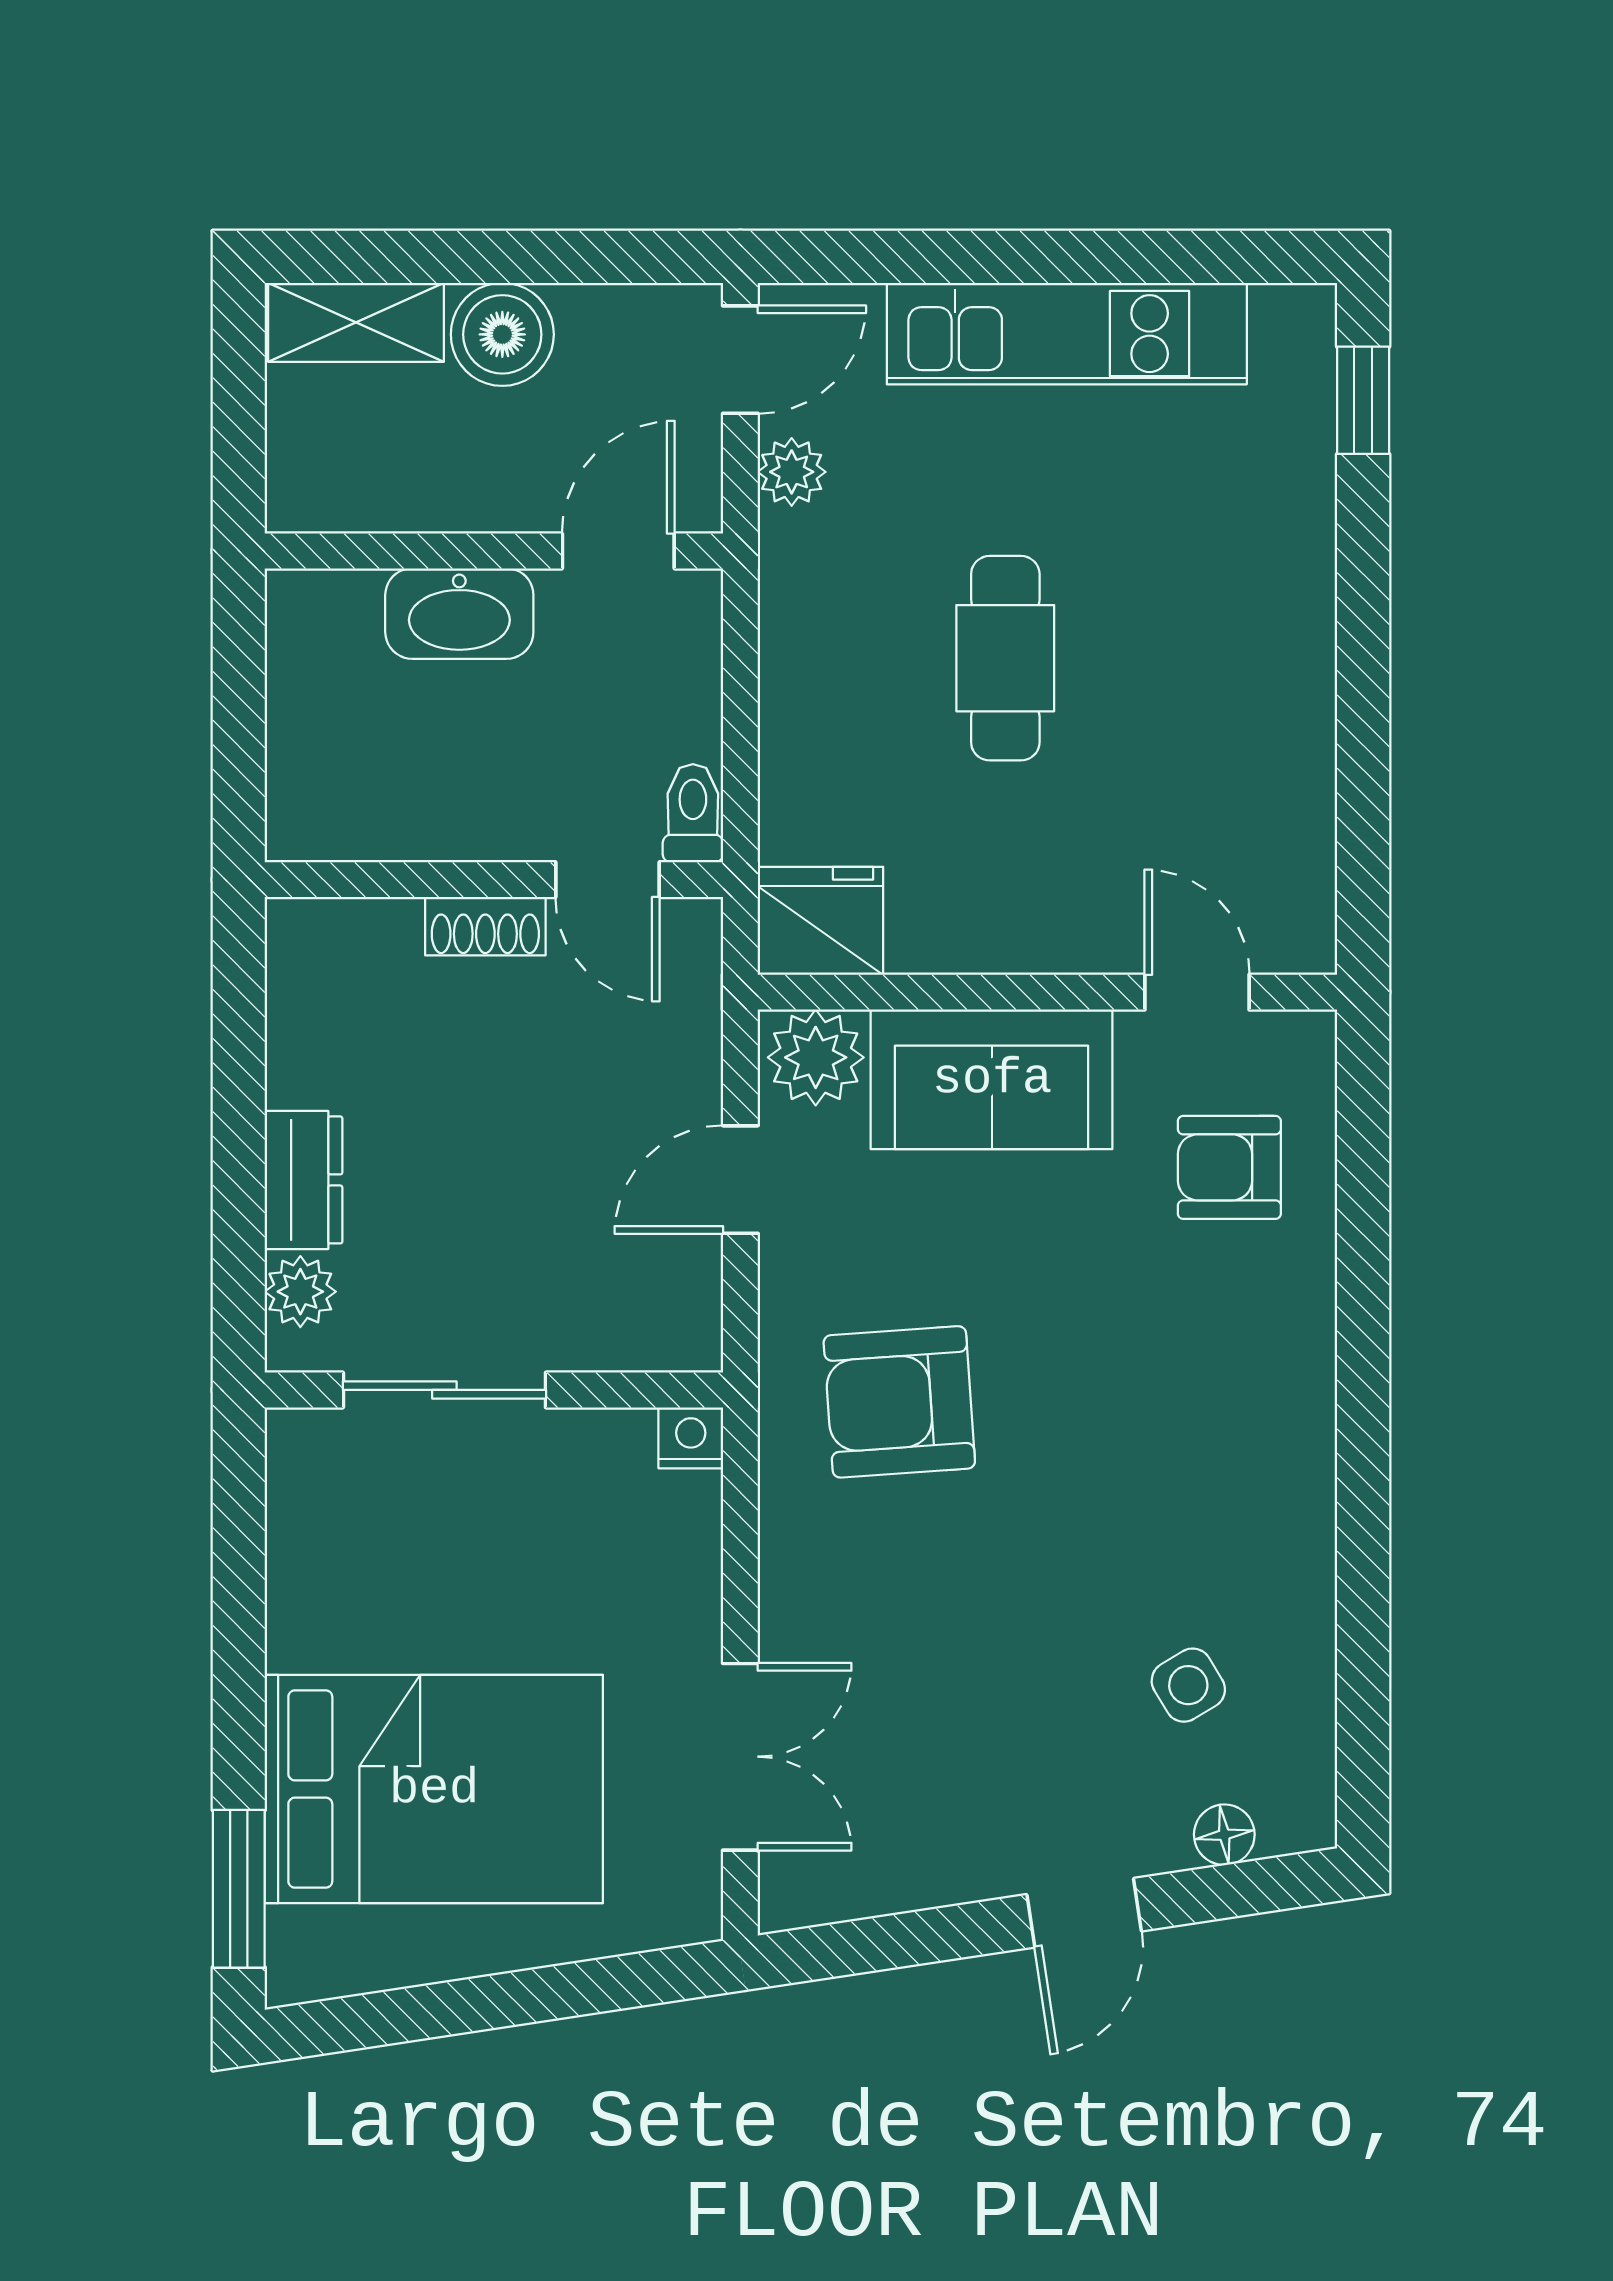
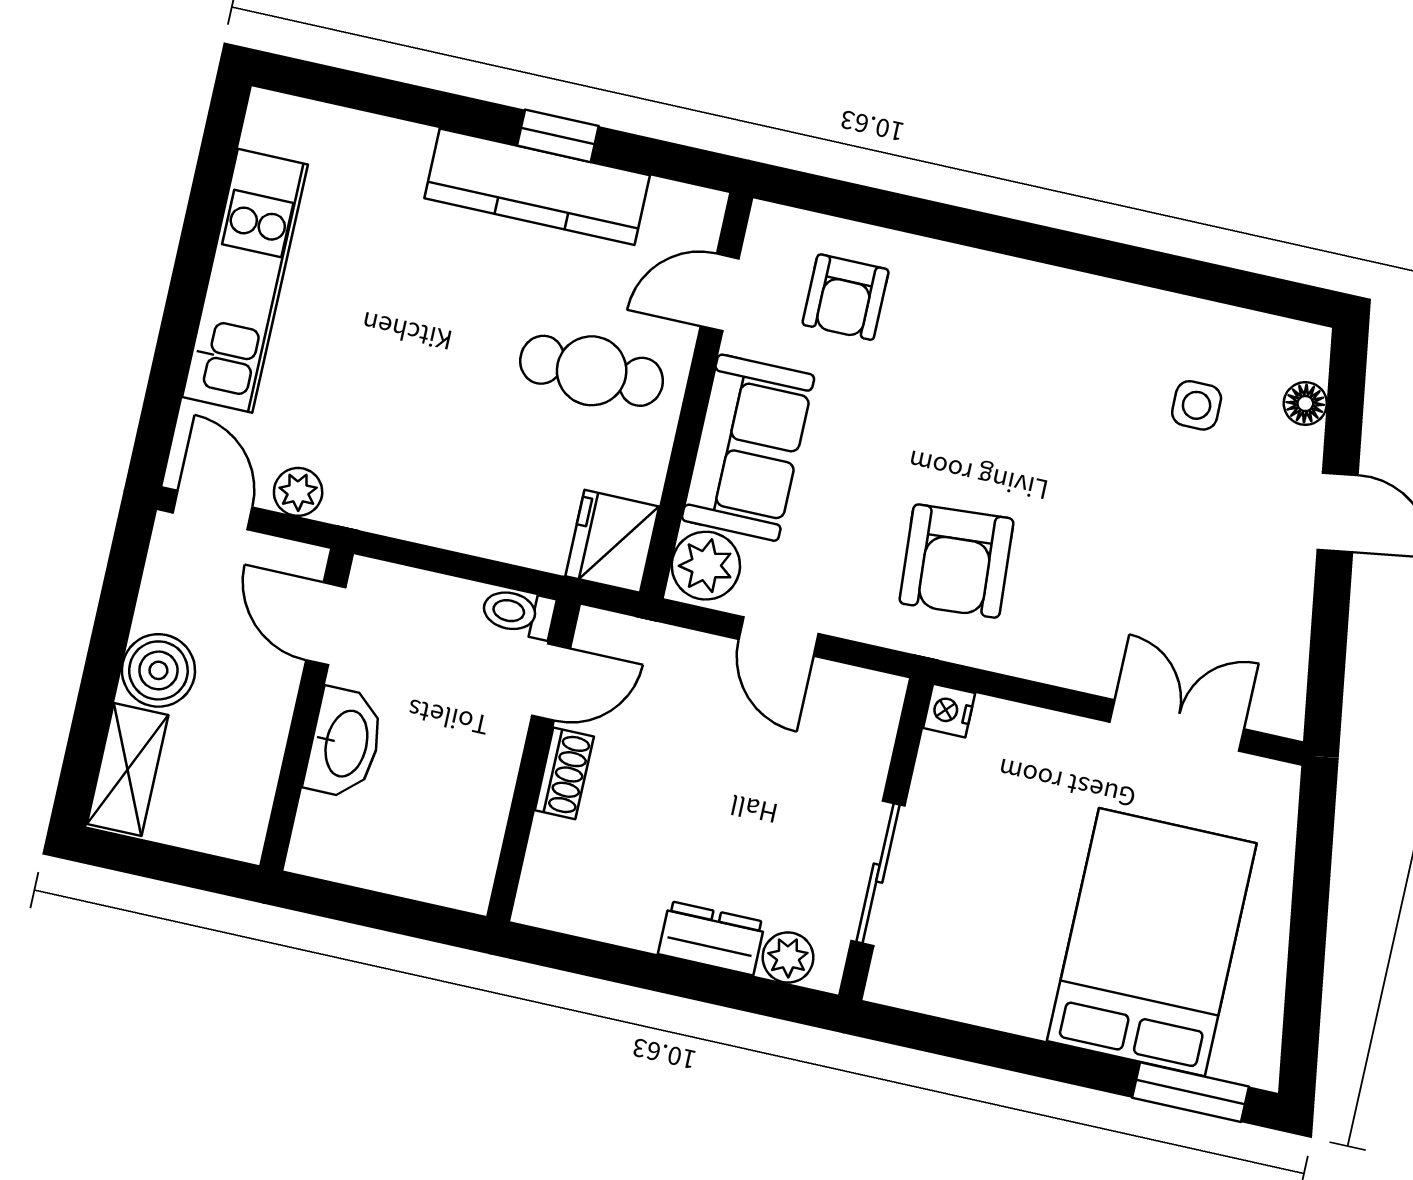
window: (1363, 400) -> (558, 136), moved
cafe table: (1005, 658) -> (592, 371), moved
kitchen counter: (1286, 708) -> (537, 187), added
side table: (1188, 1685) -> (1197, 405), turned 31

